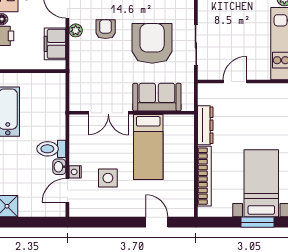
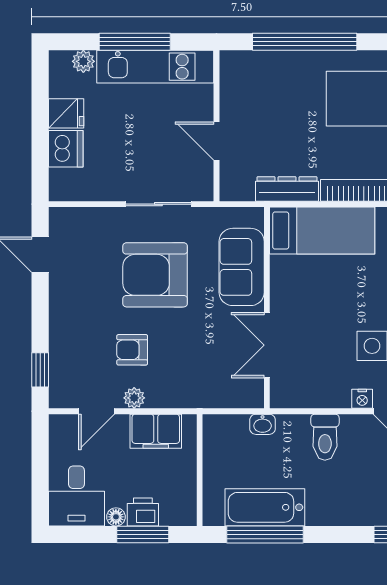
double door: (108, 113) -> (267, 345), swing flipped
bed: (148, 147) -> (322, 231), moved
washbasin: (59, 167) -> (263, 424), moved

